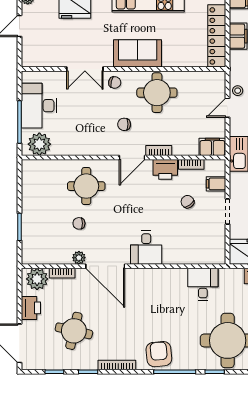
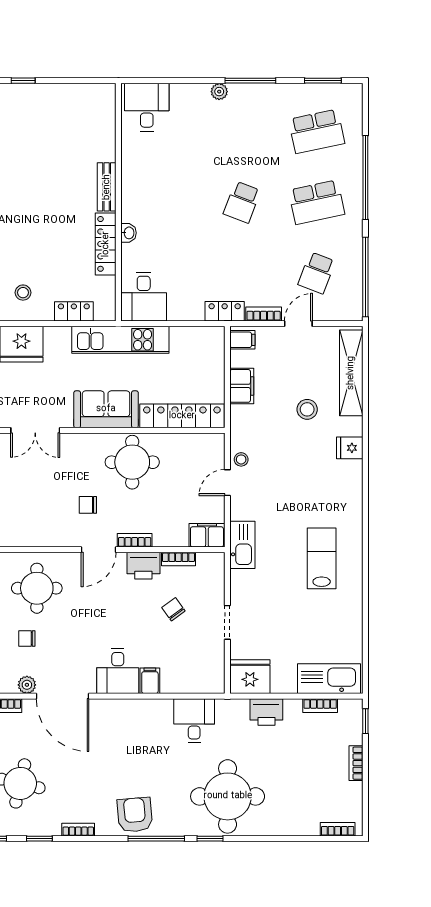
locker: (217, 36) -> (182, 416), moved, turned 90
chair: (115, 82) -> (75, 448), removed
filing cabinet: (216, 184) -> (150, 681), moved, turned 90
bookcase: (117, 365) -> (78, 830), width x0.64

